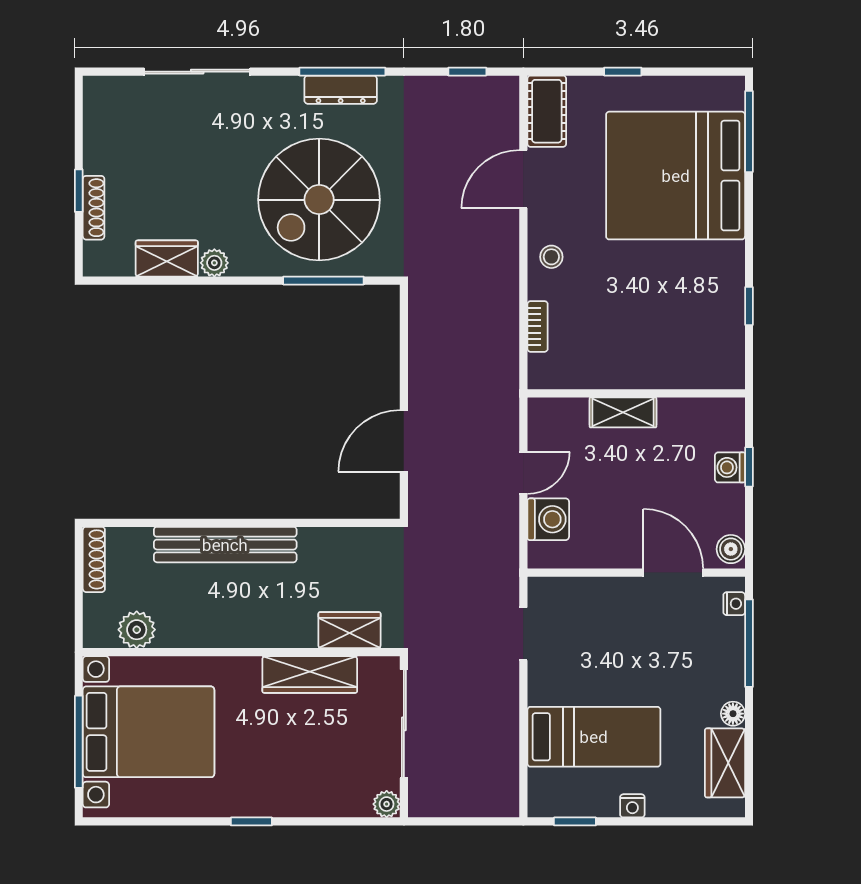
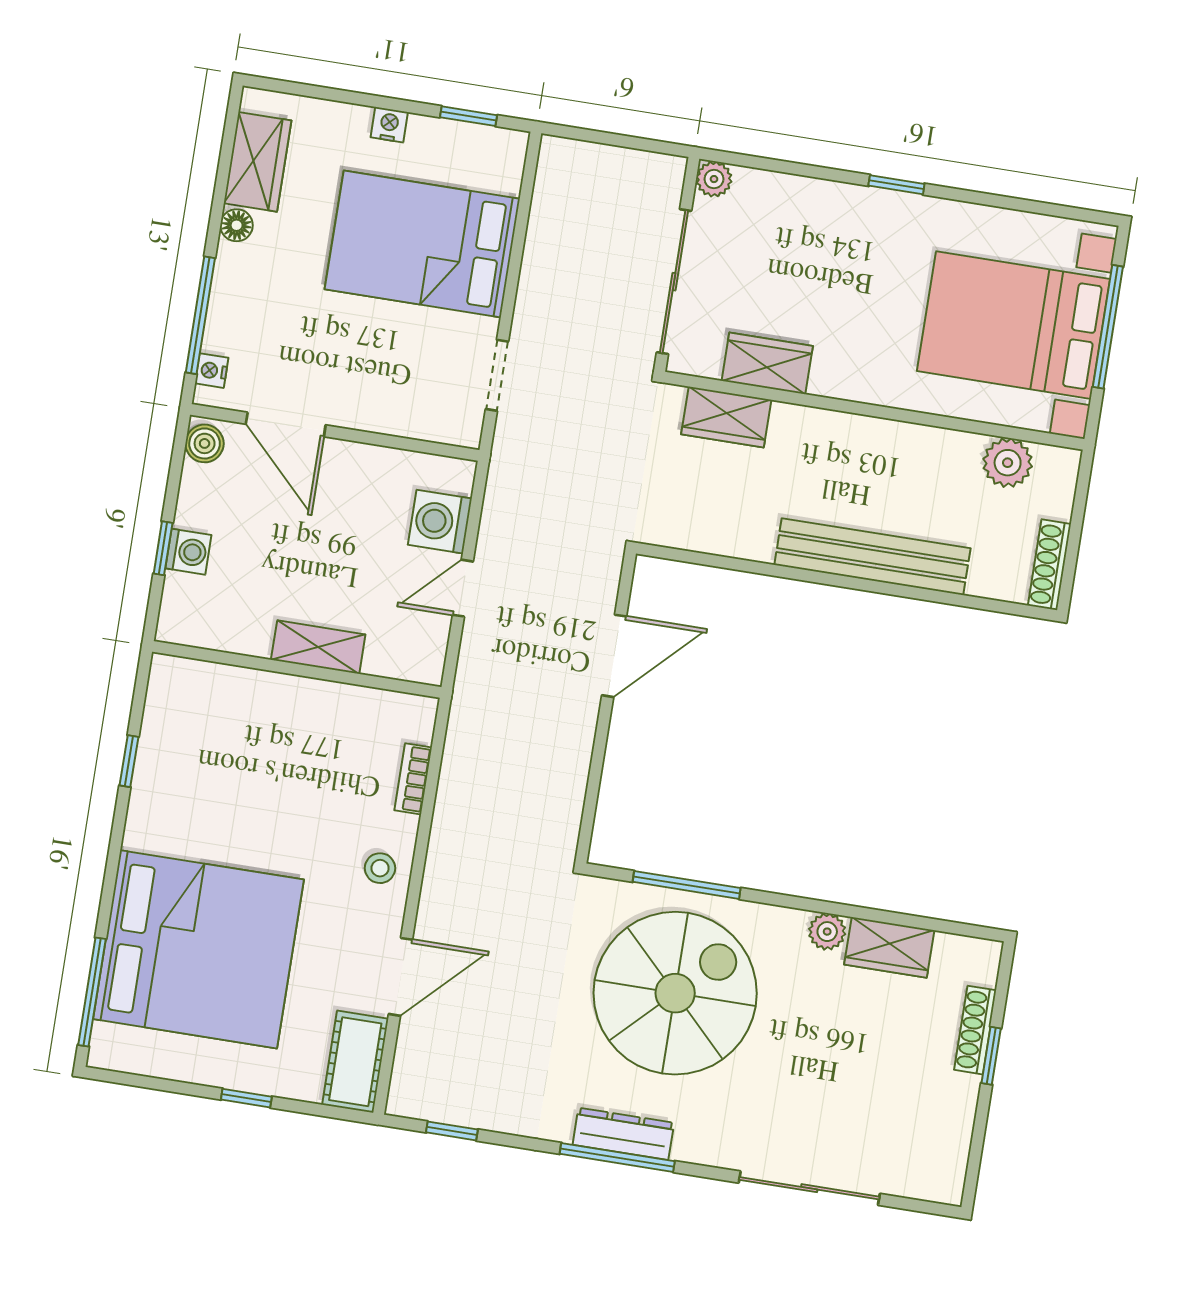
wardrobe: (310, 675) -> (767, 363), width x0.67
bed: (594, 737) -> (422, 244), width x1.50

